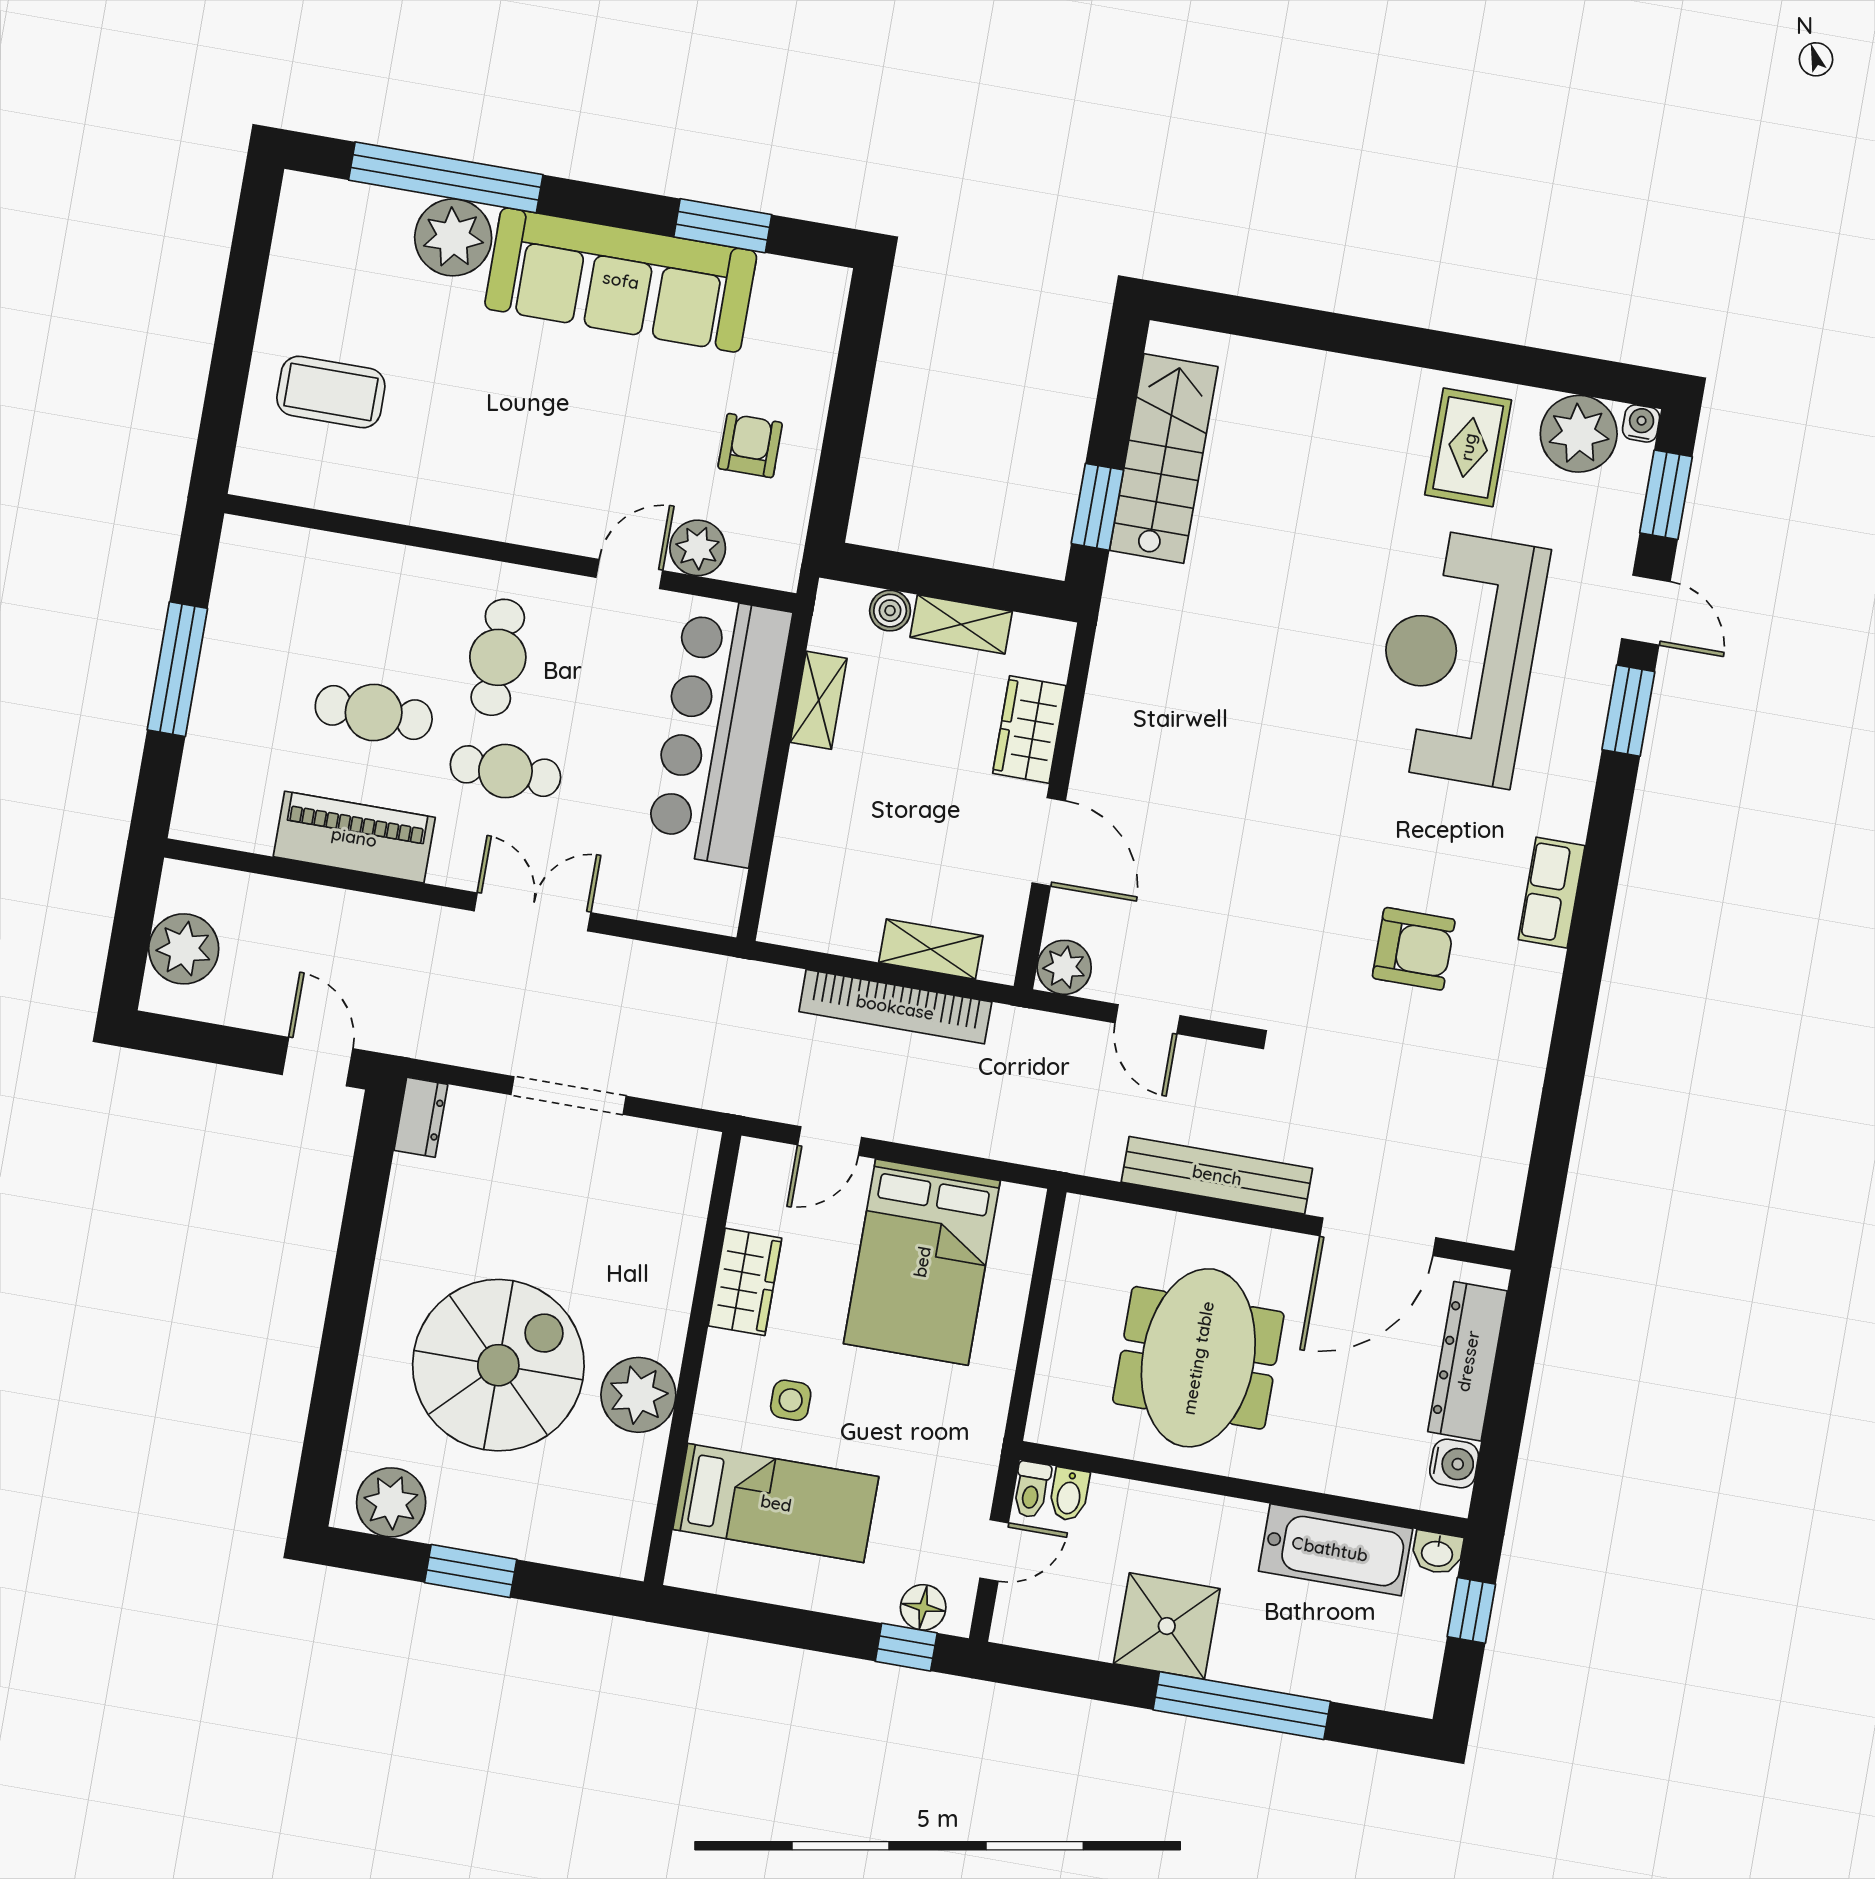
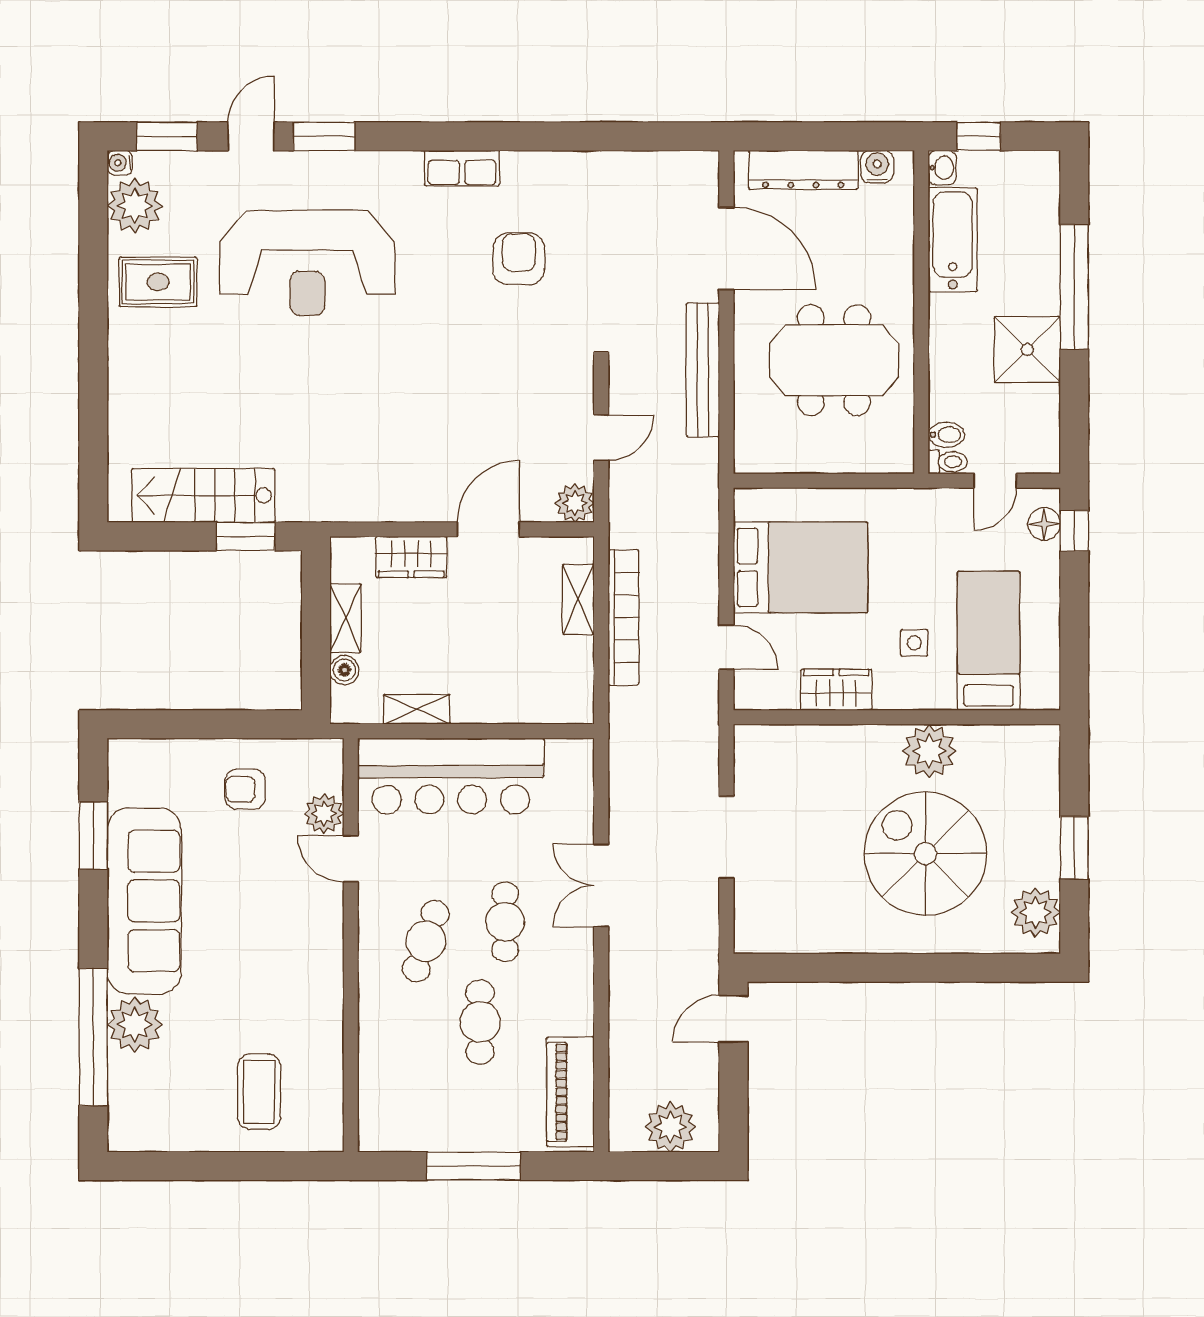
cafe table: (498, 657) -> (426, 941), turned -71
piano: (354, 837) -> (570, 1092), moved
dresser: (421, 1117) -> (760, 939), removed
door: (994, 1550) -> (995, 481), swing flipped

